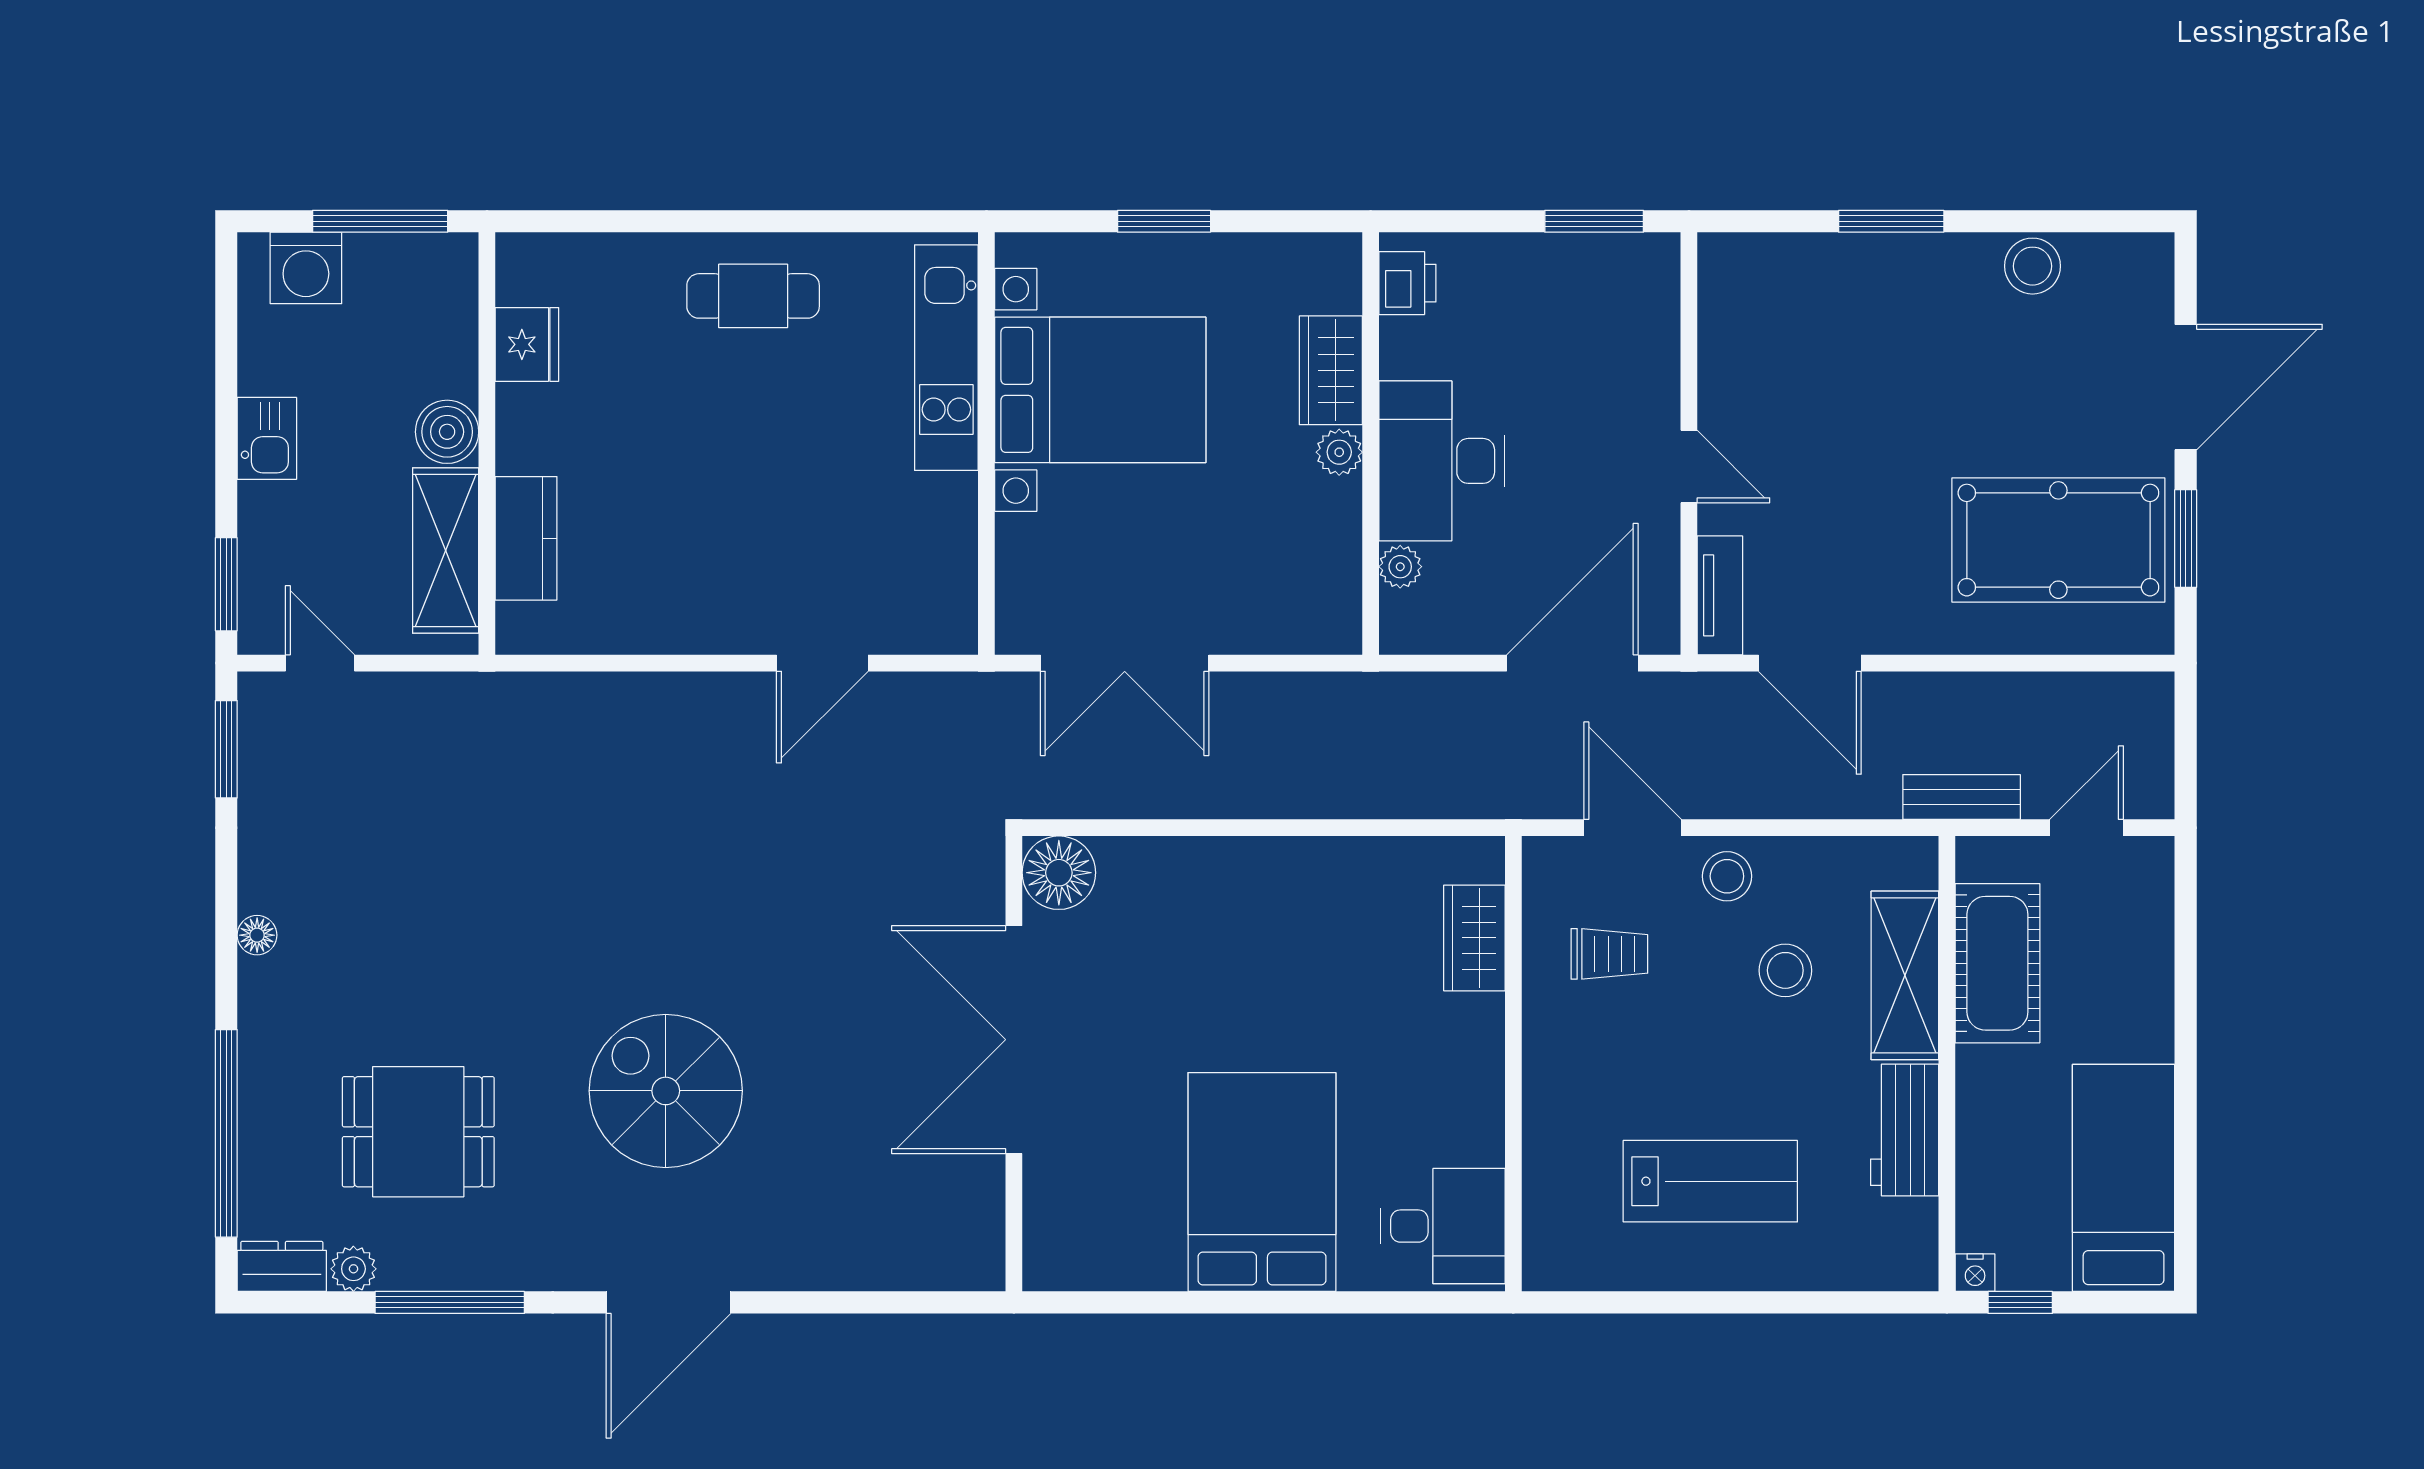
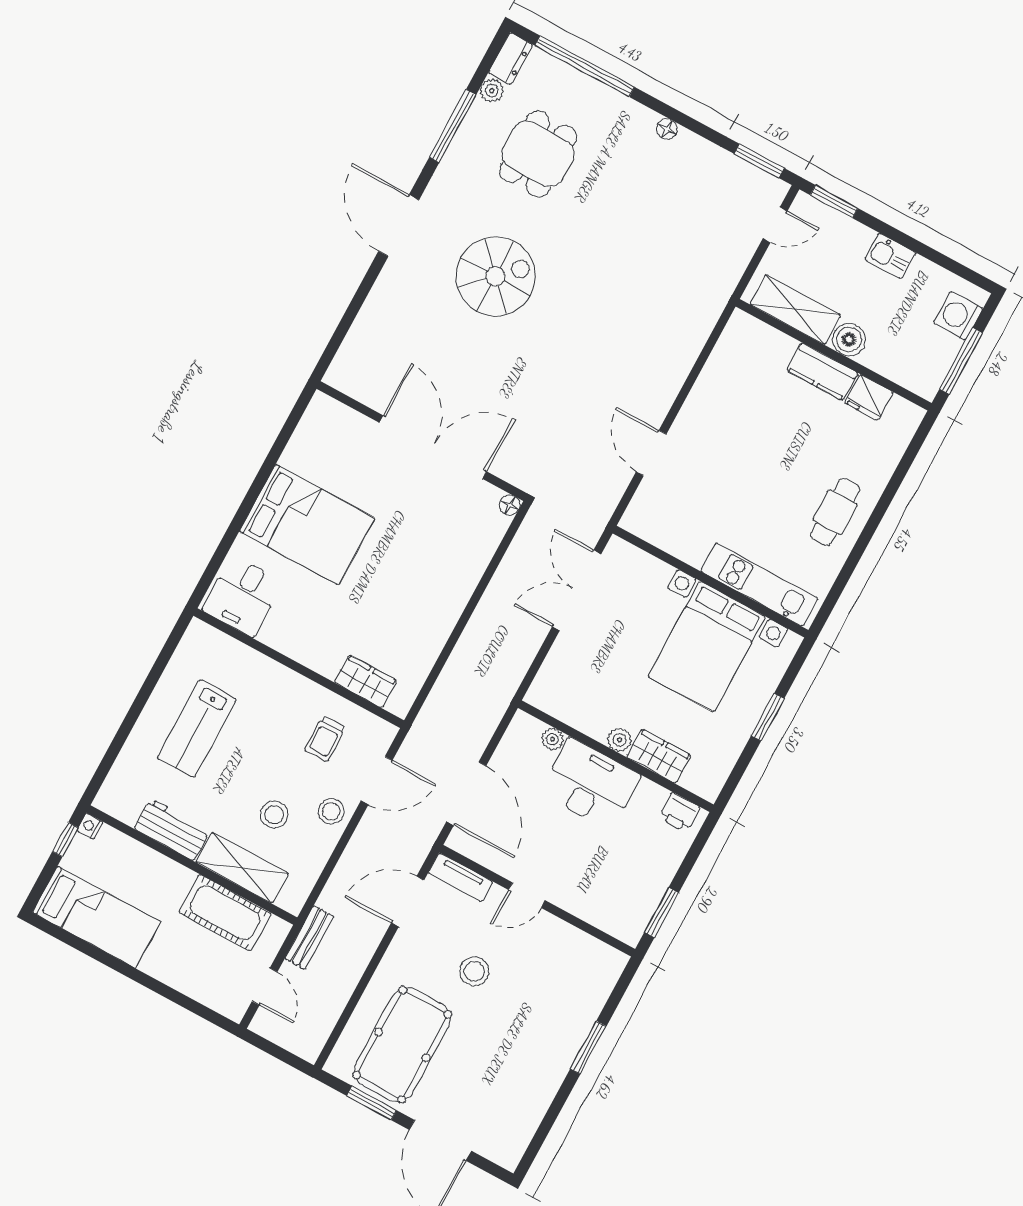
stool: (2032, 266) -> (474, 971), moved
kitchen counter: (526, 538) -> (822, 372), moved
floor lamp: (1059, 873) -> (510, 505), width x0.53, depth x0.53

